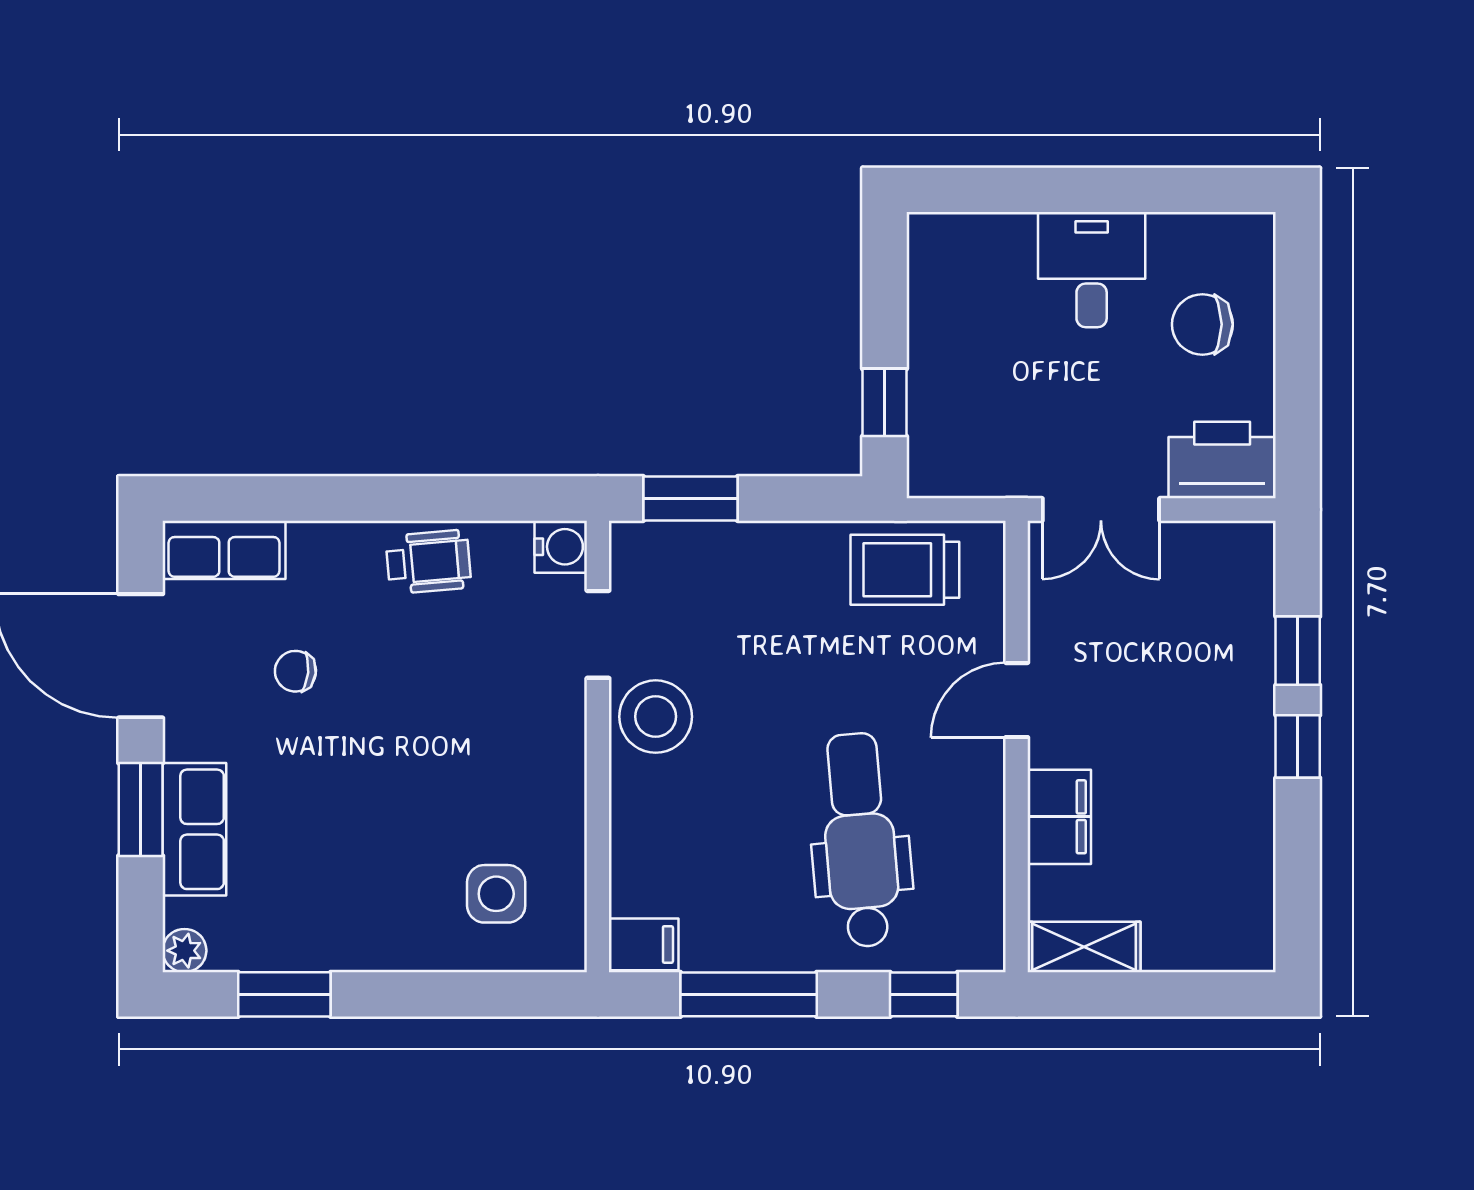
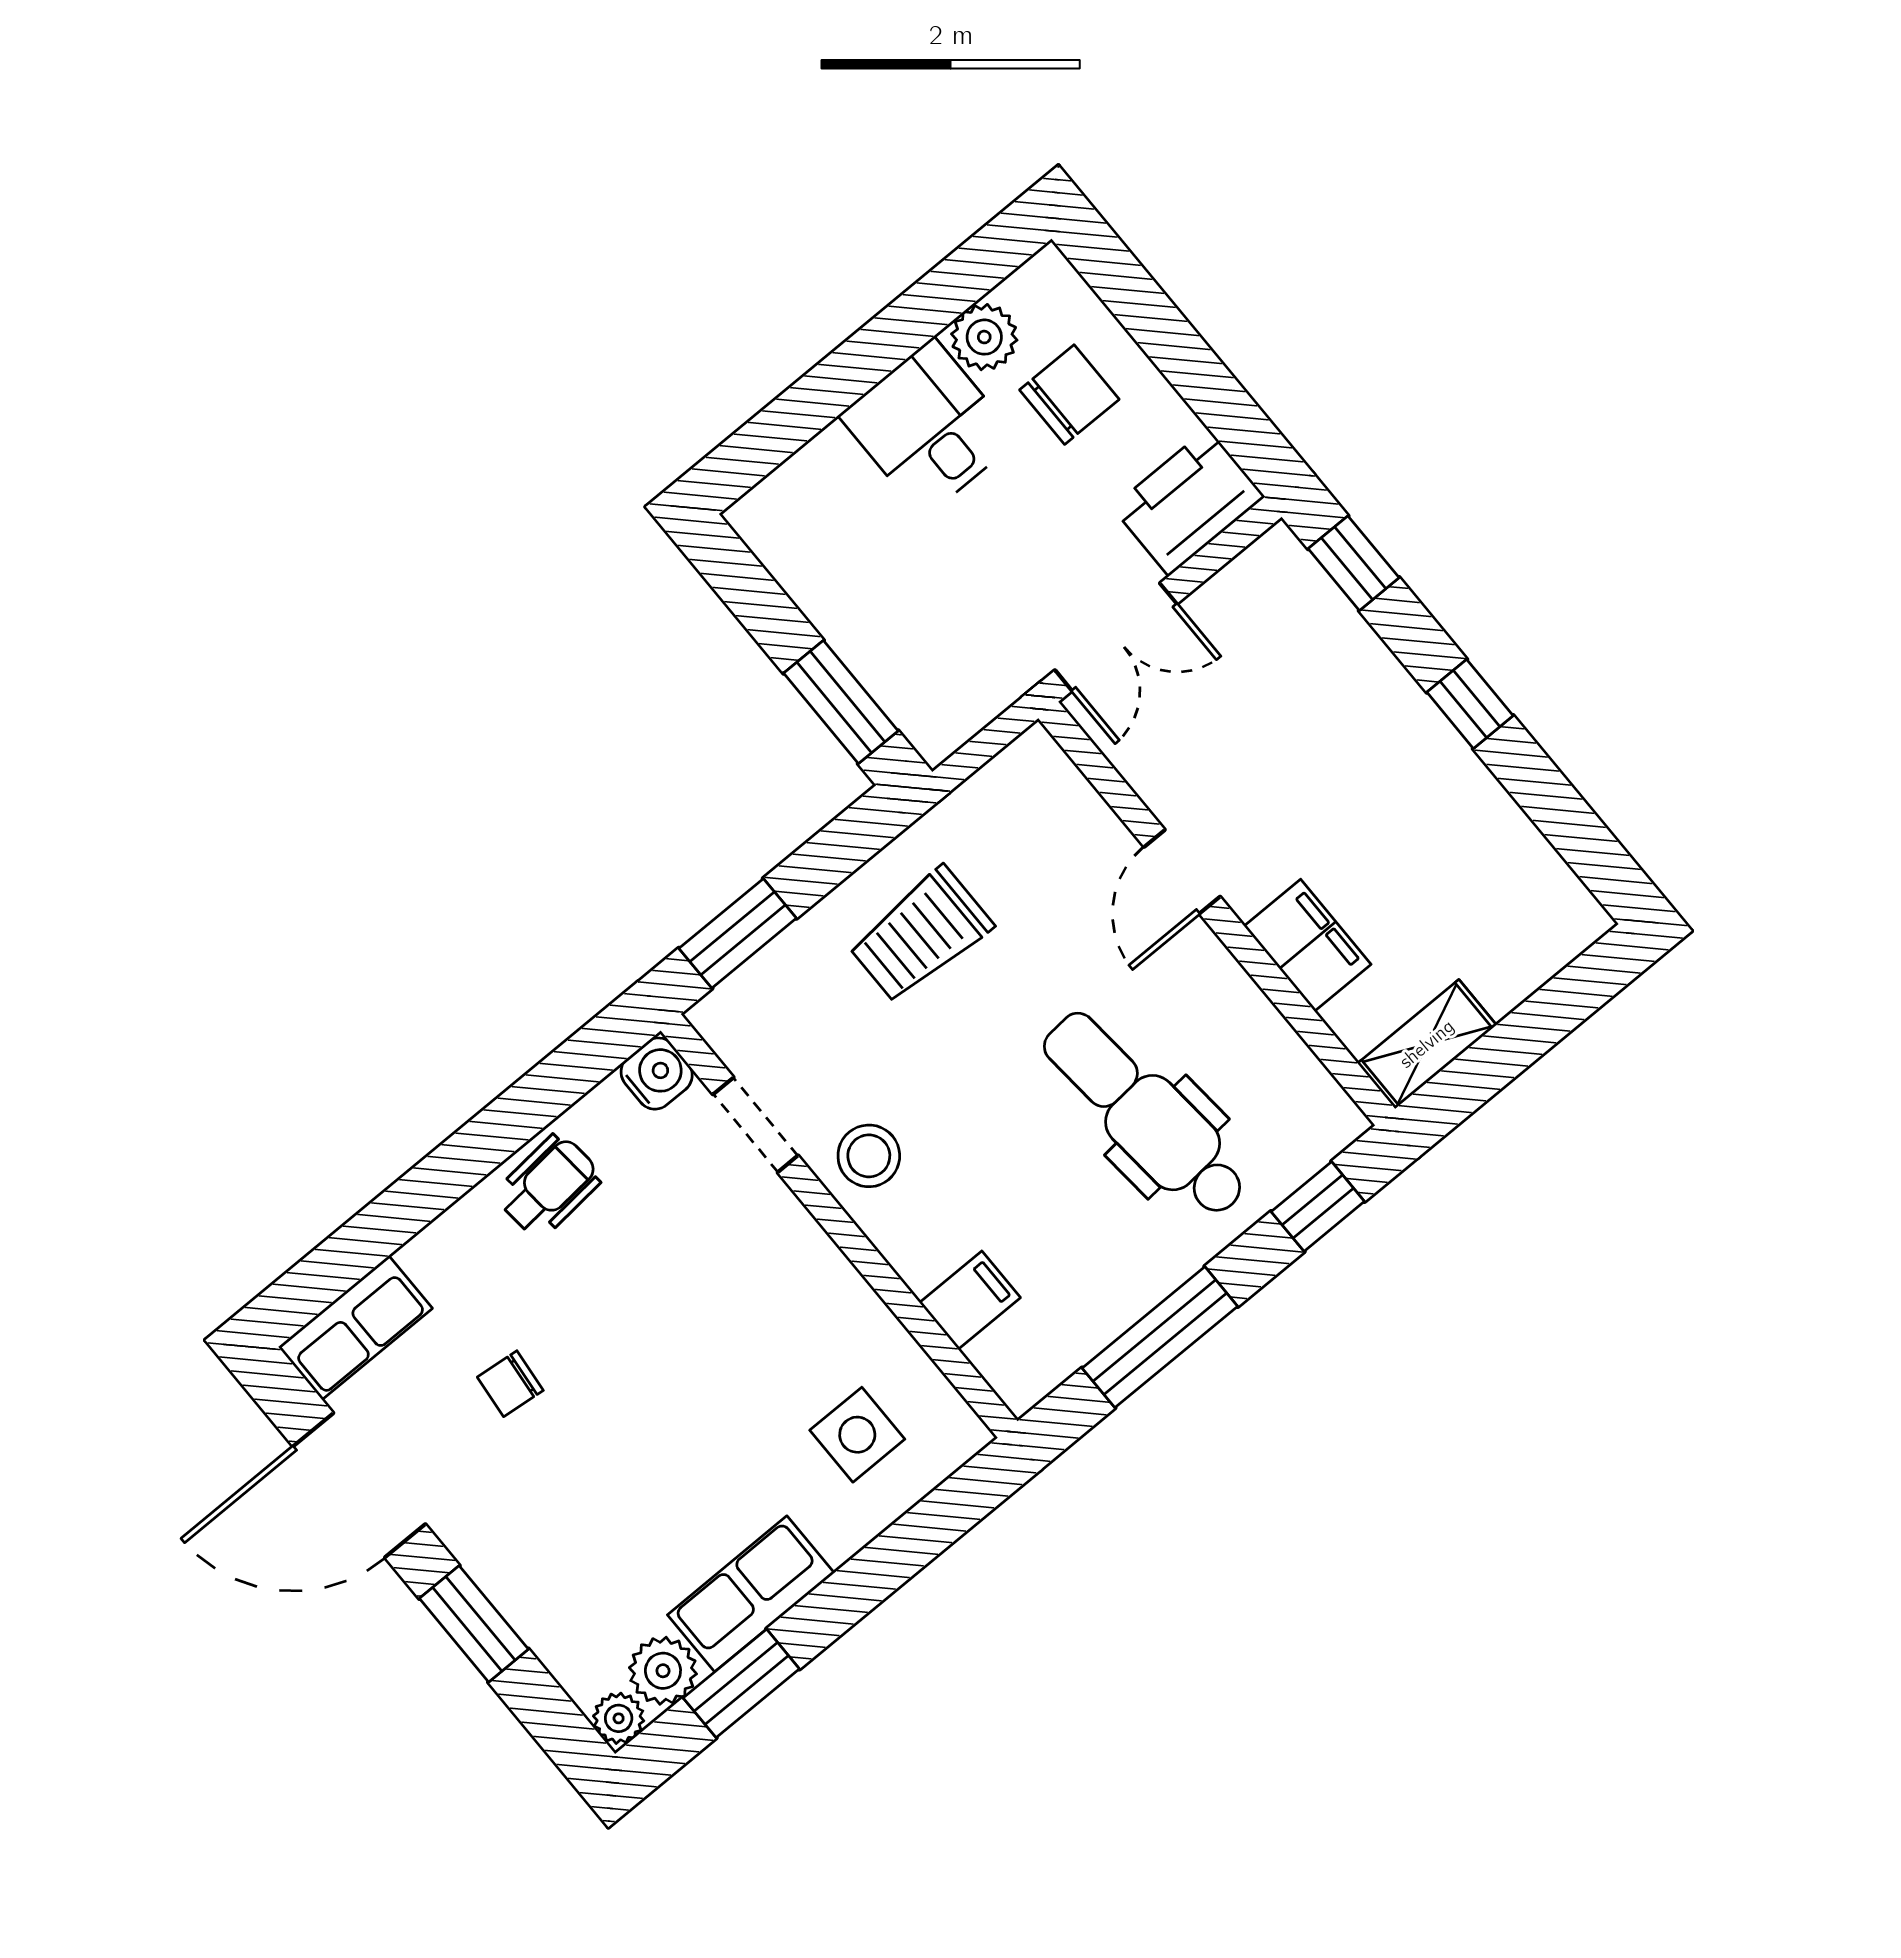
plant: (1178, 240) -> (984, 337), added
chair: (1202, 324) -> (1069, 395), turned 180
window: (884, 402) -> (841, 702), width x1.50
trolley: (905, 570) -> (921, 935), moved
window: (1298, 651) -> (1354, 563), moved
stool: (656, 717) -> (869, 1156), width x0.73, depth x0.73
row of seats: (194, 829) -> (751, 1594), moved, turned -90
plant: (240, 943) -> (663, 1671), added
filing cabinet: (644, 944) -> (970, 1300), moved

